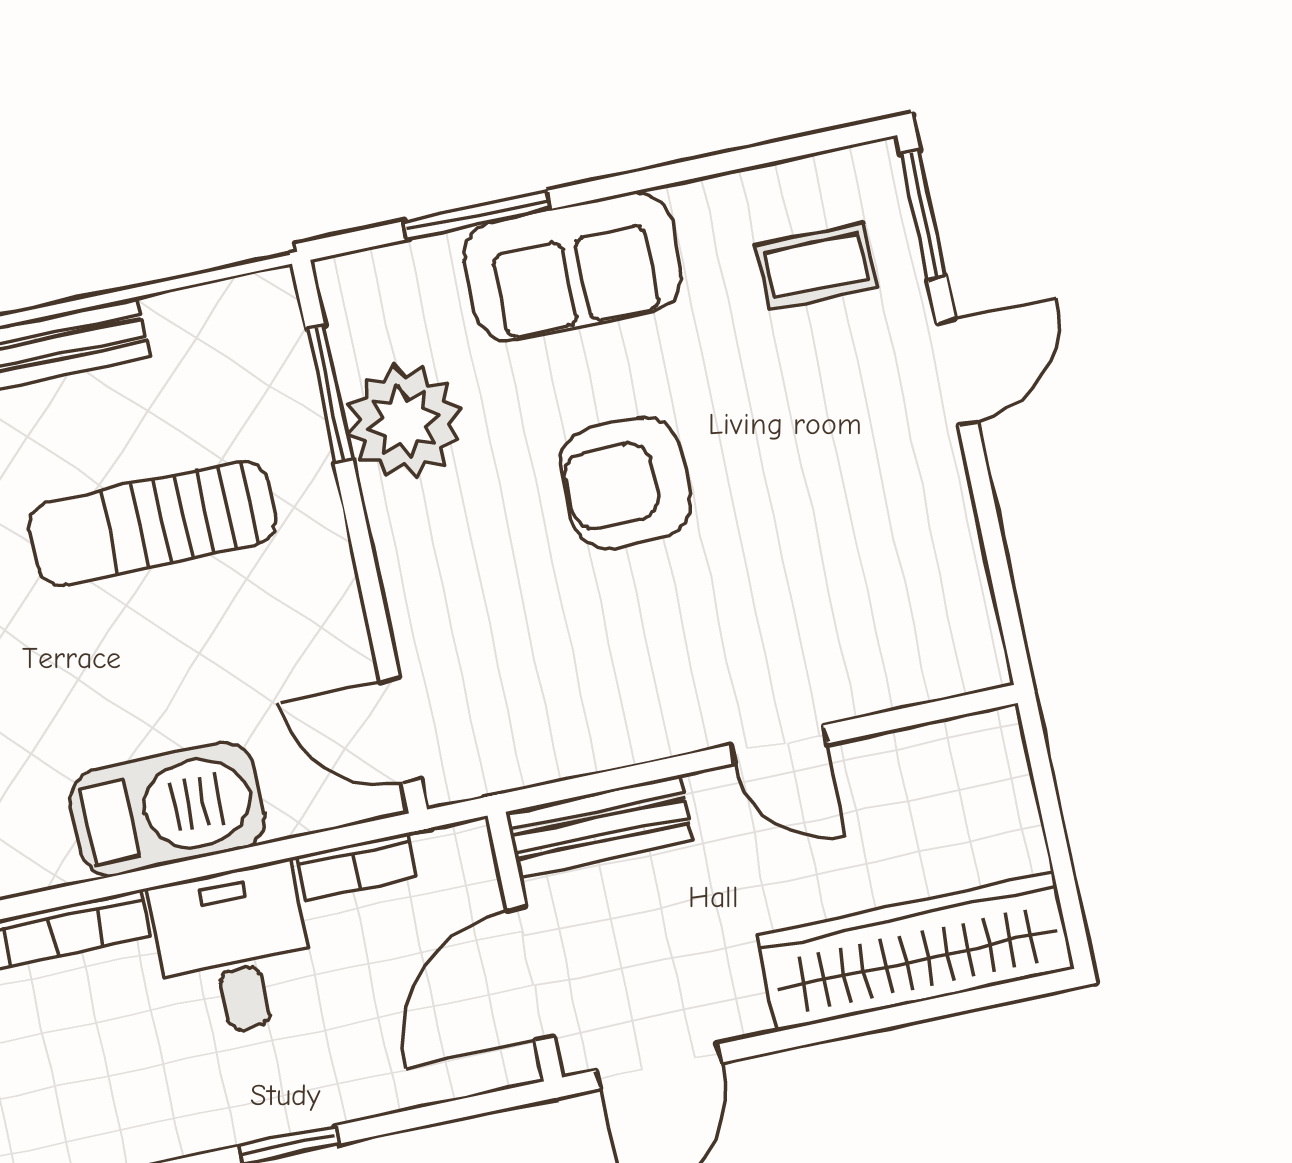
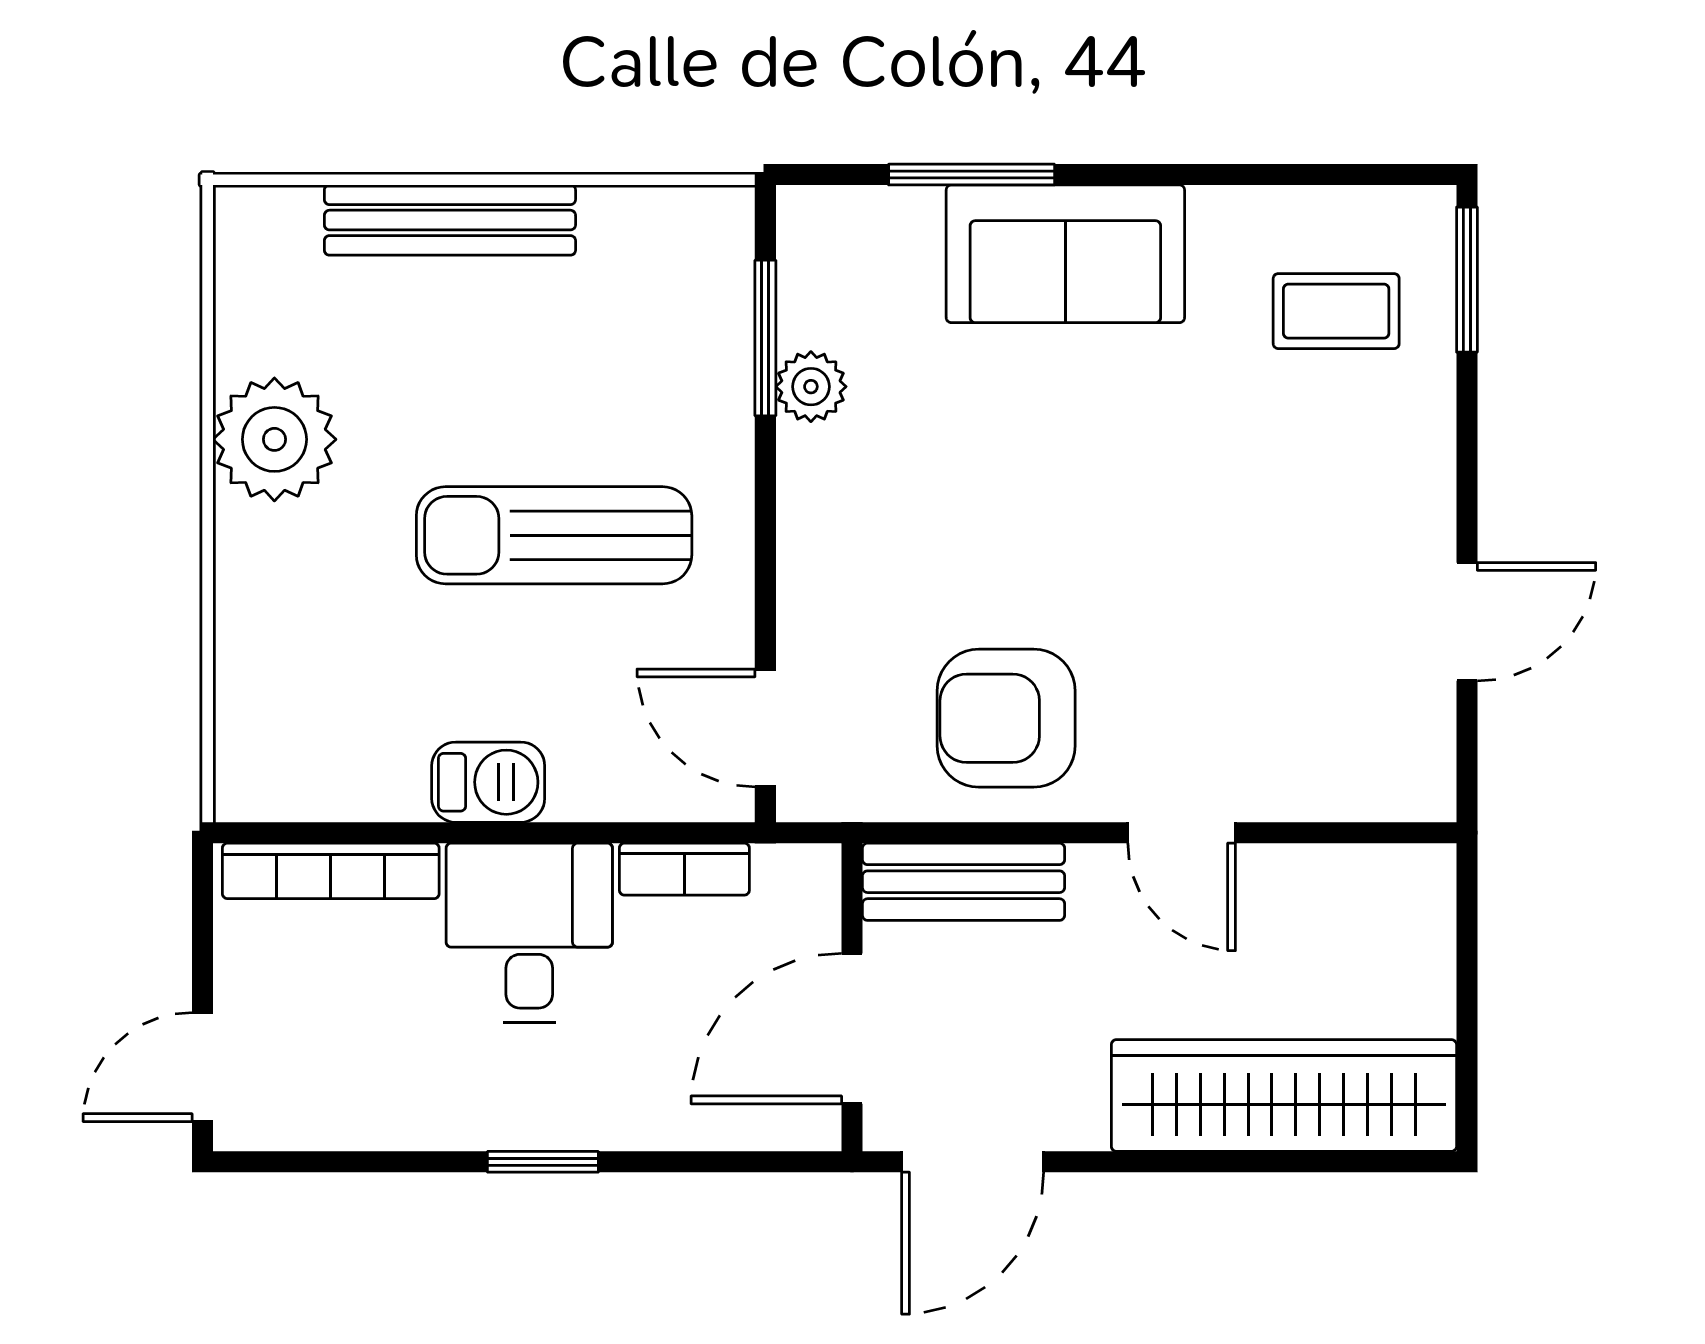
door: (957, 372) -> (1467, 622), moved
plant: (404, 422) -> (811, 387), width x0.53, depth x0.53
armchair: (626, 483) -> (1006, 718), moved
sun lounger: (152, 523) -> (554, 535), moved
barbecue: (168, 809) -> (488, 782), width x0.53, depth x0.65

